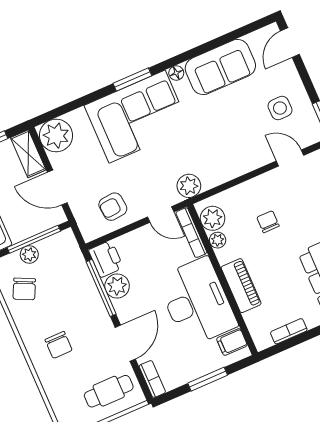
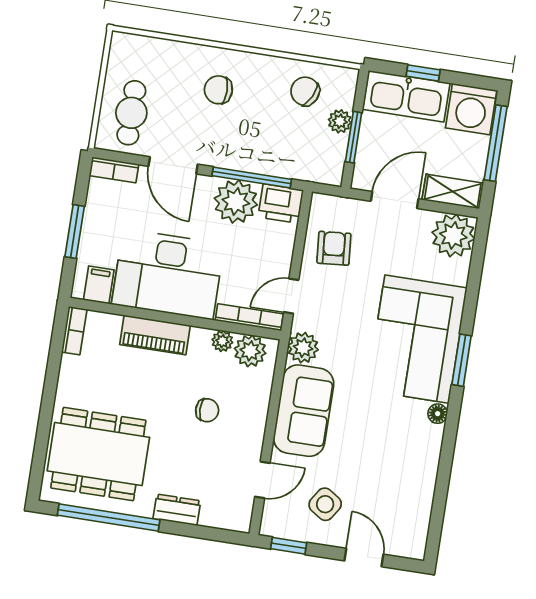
door: (290, 43) -> (364, 557), moved
sofa: (220, 67) -> (304, 411), moved, turned 180
side table: (280, 108) -> (325, 504), turned 33
window: (34, 239) -> (354, 137), width x0.69
plant: (117, 286) -> (236, 202), width x1.36, depth x1.36
bookcase: (289, 331) -> (74, 331), moved

